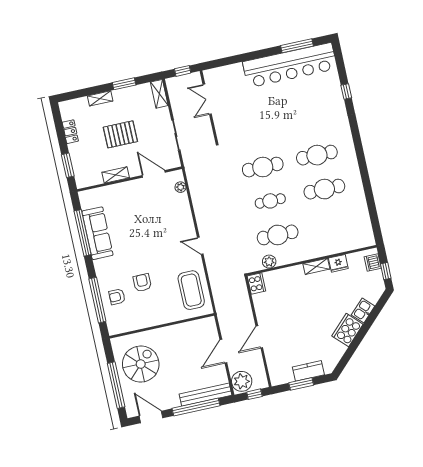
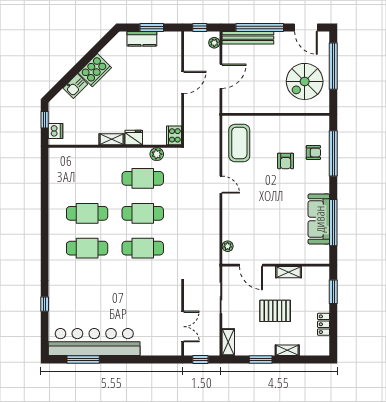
cafe table: (270, 201) -> (143, 213), width x1.37, depth x1.35
fridge: (338, 263) -> (134, 138), moved
plant: (242, 381) -> (214, 43), width x0.53, depth x0.53

